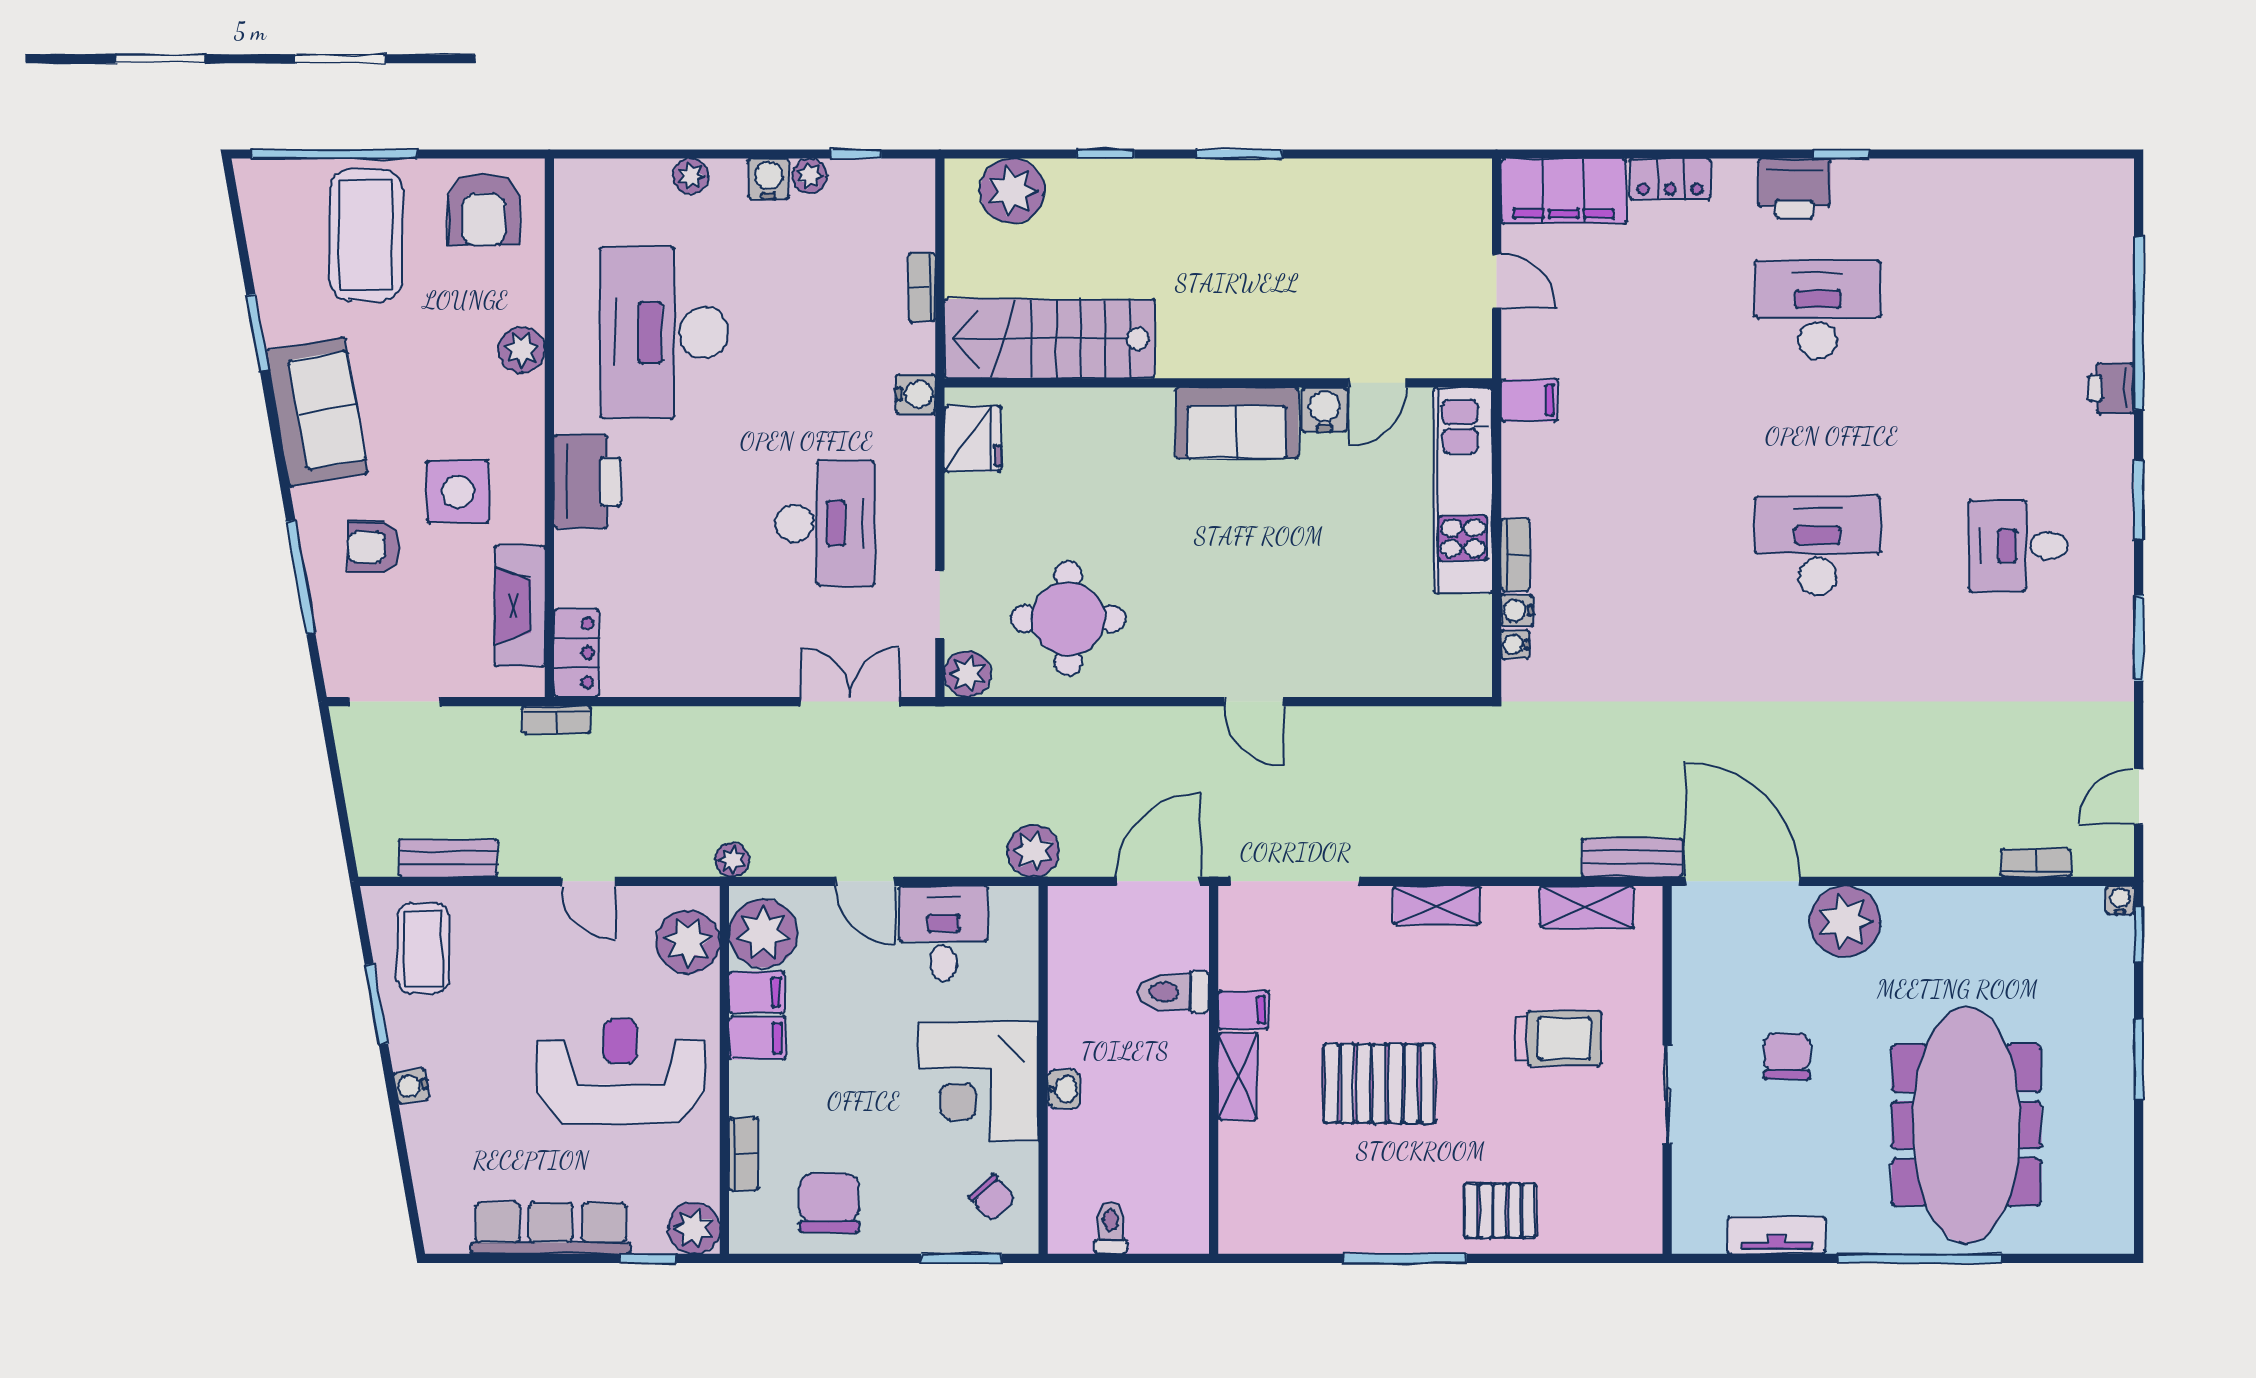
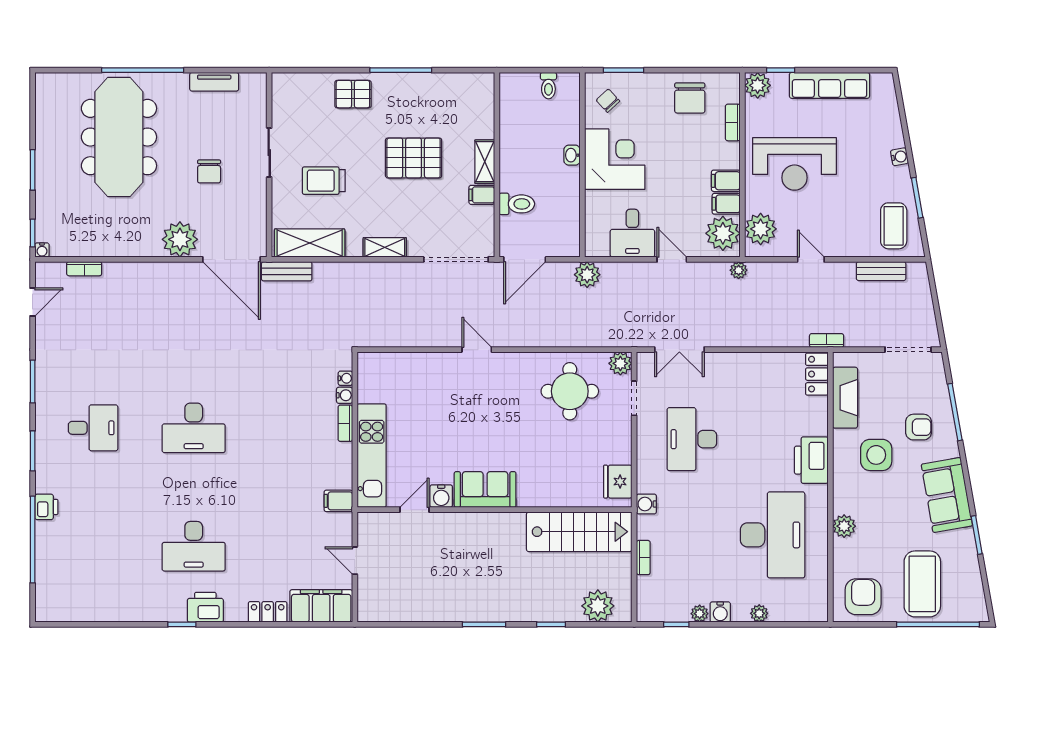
shelving: (1587, 907) -> (310, 243), width x1.50, depth x1.33

